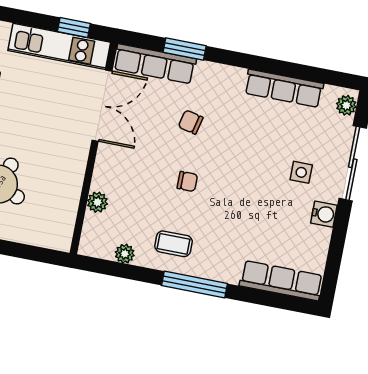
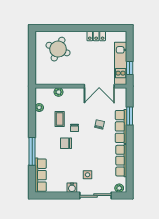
row of seats: (155, 64) -> (121, 126), moved
chair: (219, 208) -> (66, 143), added
coffee table: (173, 244) -> (60, 119), moved
window: (194, 285) -> (32, 151), moved

